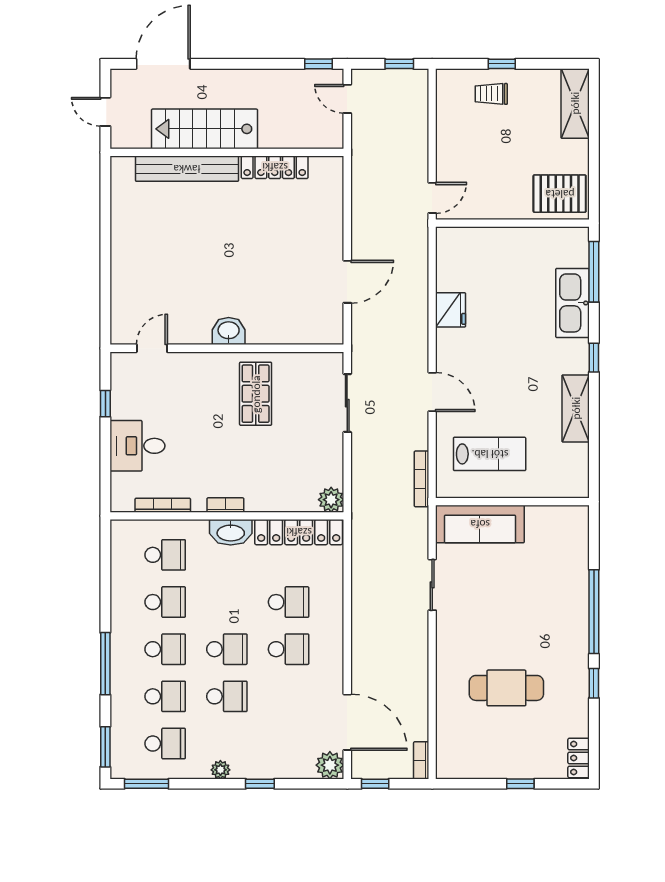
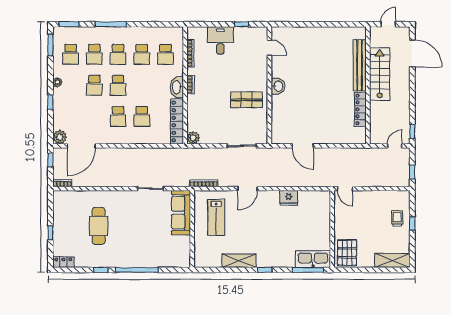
kitchen sink: (573, 303) -> (313, 259), moved

